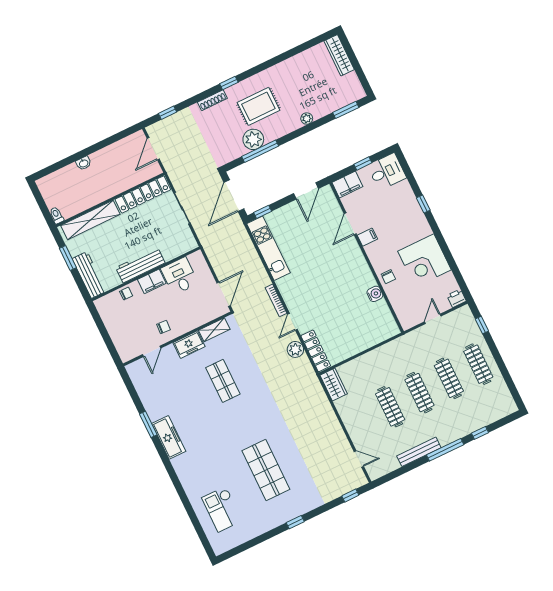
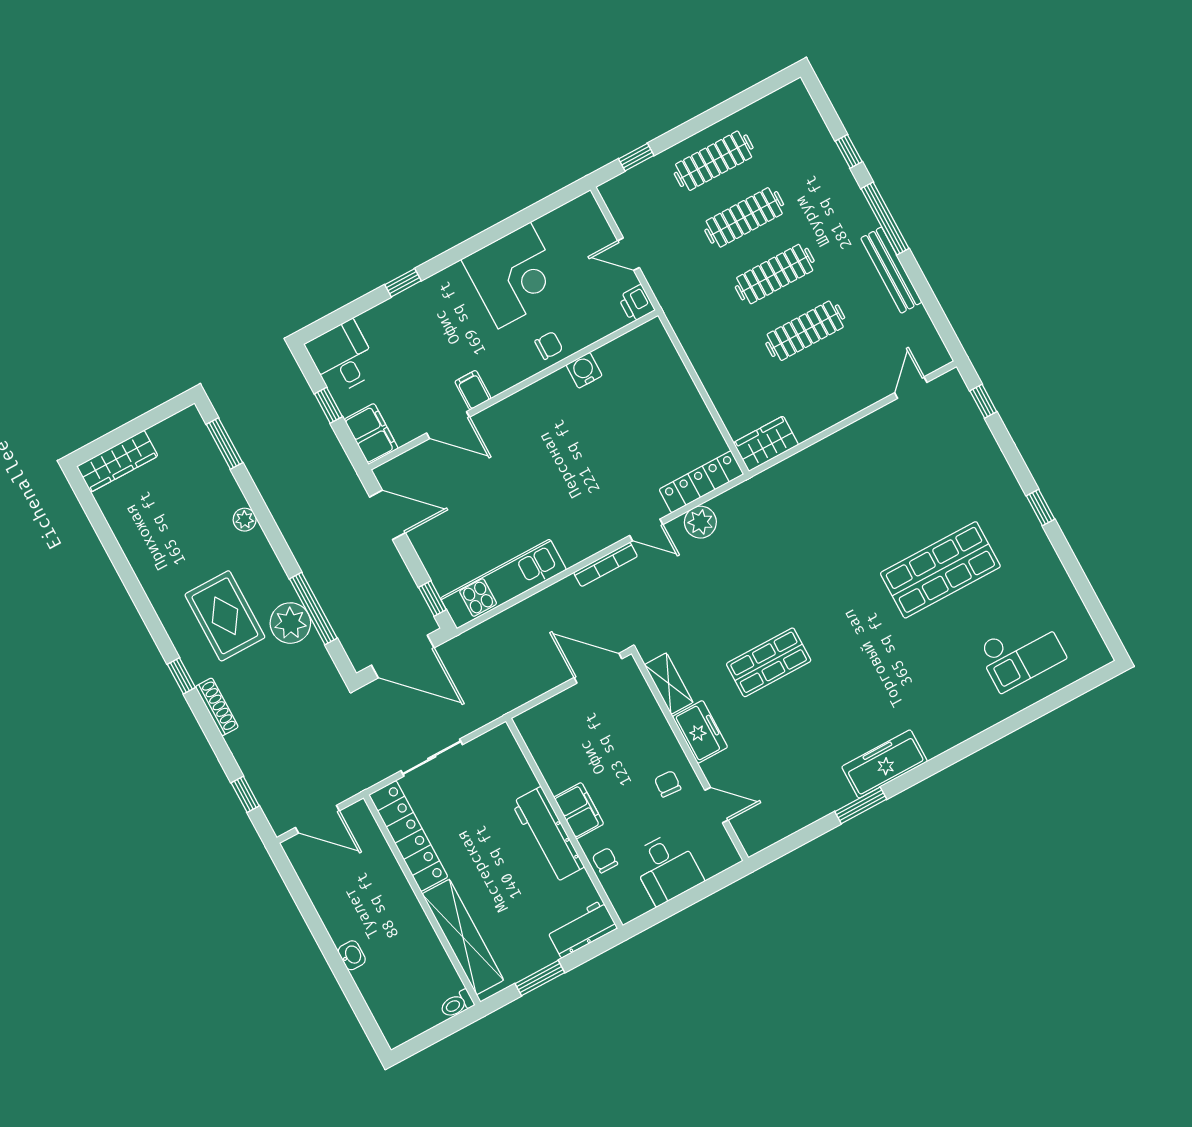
workbench: (89, 275) -> (582, 929), width x0.73
desk: (180, 276) -> (667, 868), moved, turned -90
printer: (457, 298) -> (636, 303), moved

